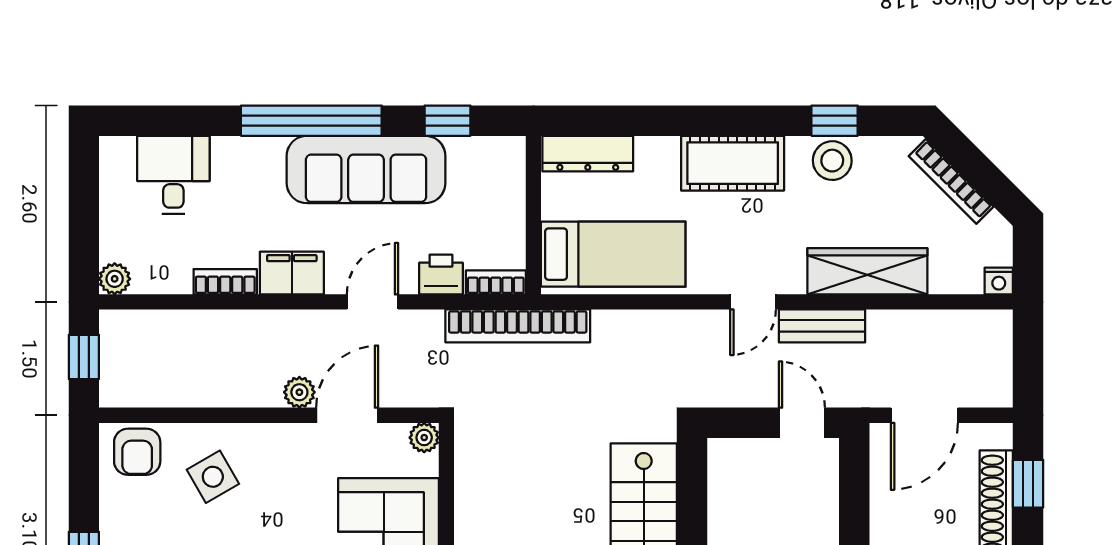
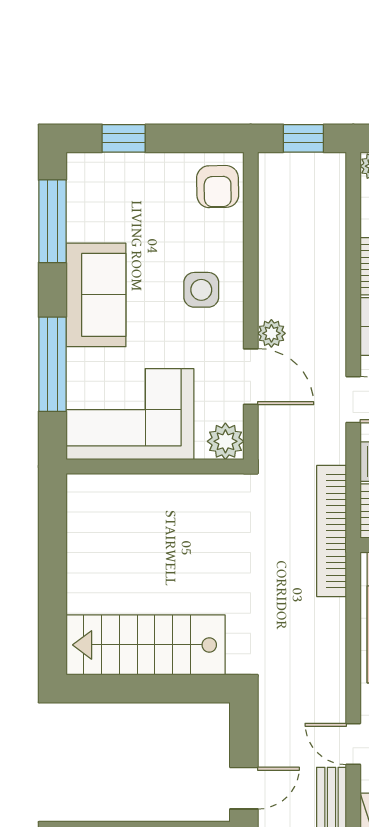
plant: (424, 438) -> (225, 441), width x1.38, depth x1.38
armchair: (137, 452) -> (218, 187), turned -91
side table: (213, 477) -> (201, 290), moved, turned 30

